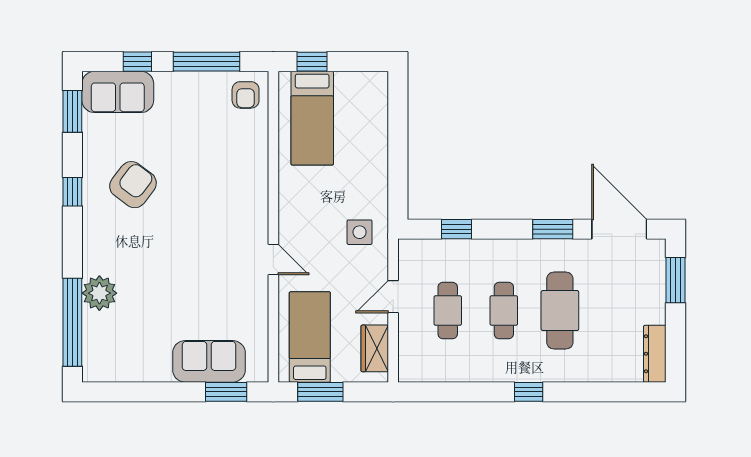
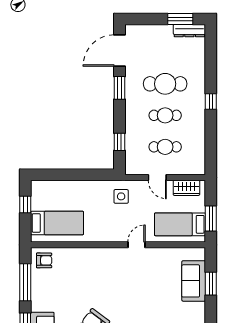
window: (312, 62) -> (25, 204), moved
window: (675, 280) -> (180, 19), moved
window: (226, 392) -> (211, 284), moved

